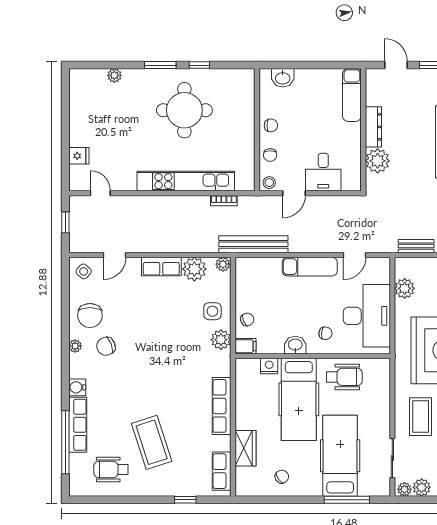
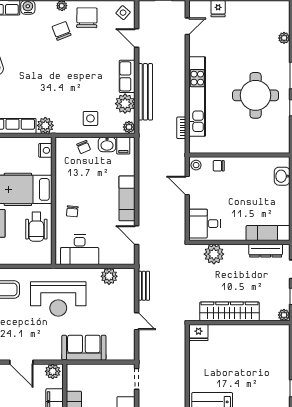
chair: (271, 125) -> (243, 166), removed
dresser: (373, 127) -> (266, 251), moved
desk: (323, 172) -> (205, 224), moved
bench: (253, 244) -> (145, 92), moved
chair: (90, 315) -> (87, 18), turned 91
desk: (367, 316) -> (80, 250), width x0.73, depth x0.77
plant: (221, 340) -> (45, 125), moved
washbasin: (295, 345) -> (107, 144), moved, turned 90
filing cabinet: (245, 346) -> (123, 146), moved
nightstand: (269, 366) -> (45, 150), moved

